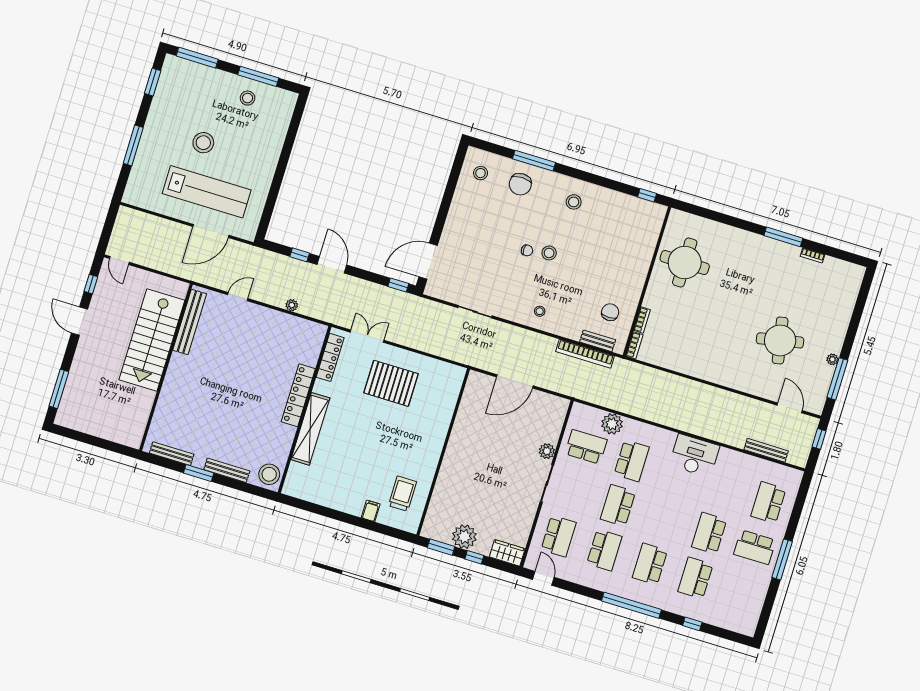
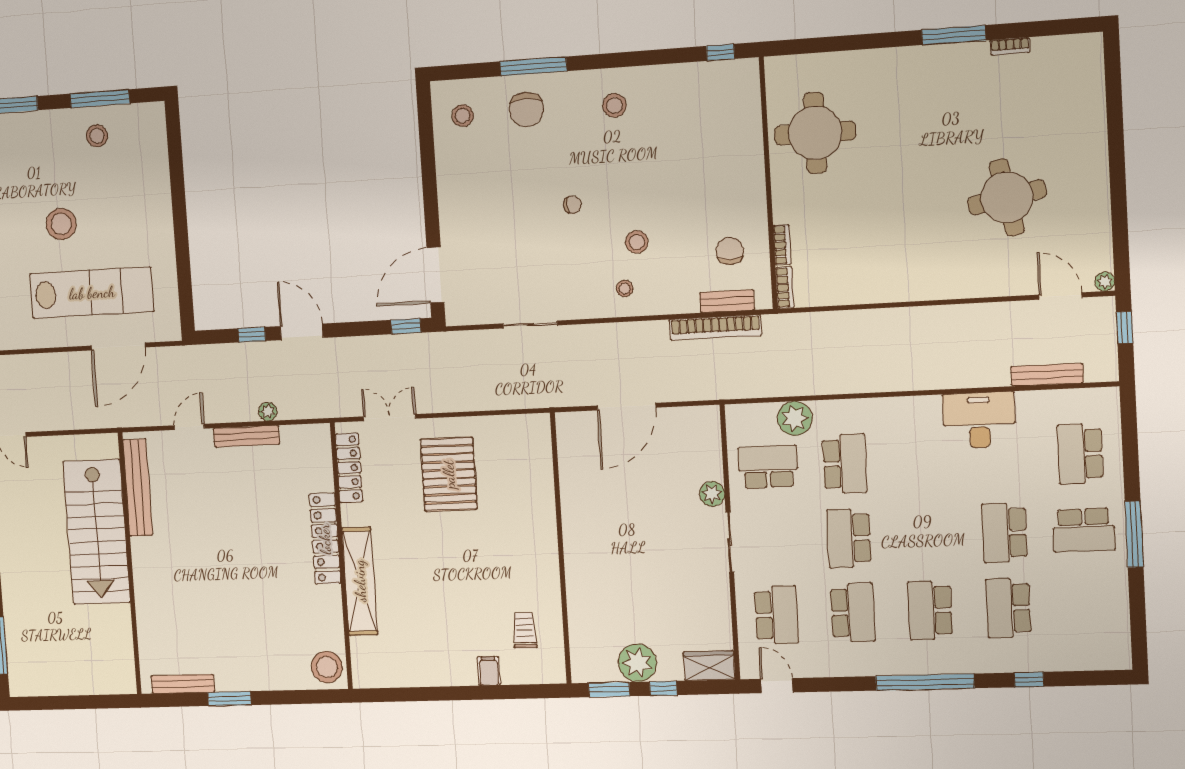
stool: (549, 253) -> (637, 242), moved
plant: (832, 359) -> (1105, 282), moved
window: (837, 379) -> (1120, 224), removed
pallet: (391, 383) -> (449, 474), turned 90
desk: (694, 456) -> (979, 420), moved
bench: (227, 470) -> (246, 436), moved
trolley: (402, 494) -> (525, 630), width x0.73, depth x0.72

